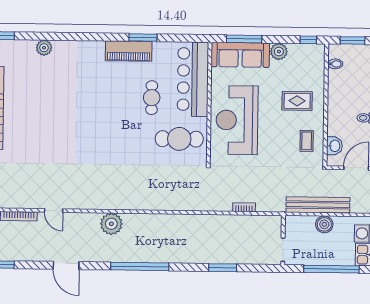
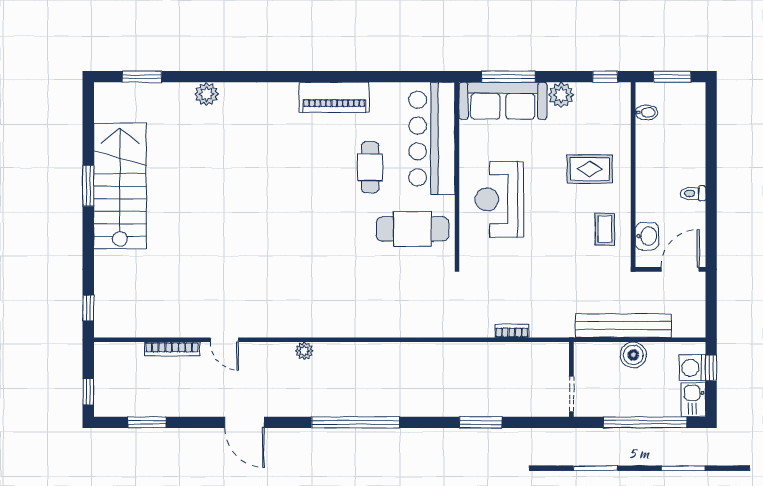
window: (143, 38) -> (356, 77), removed
reception desk: (237, 120) -> (499, 199), width x0.74, depth x0.77
plant: (111, 224) -> (304, 351), width x0.53, depth x0.53

